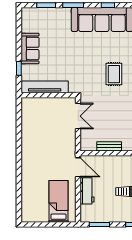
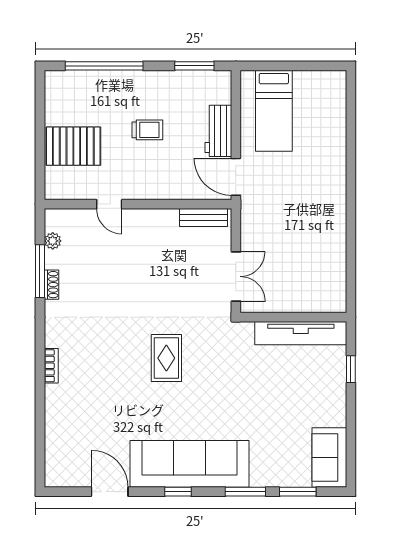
sofa: (30, 48) -> (329, 458), moved
double door: (78, 116) -> (236, 276), swing flipped
bench: (109, 146) -> (204, 218), moved

